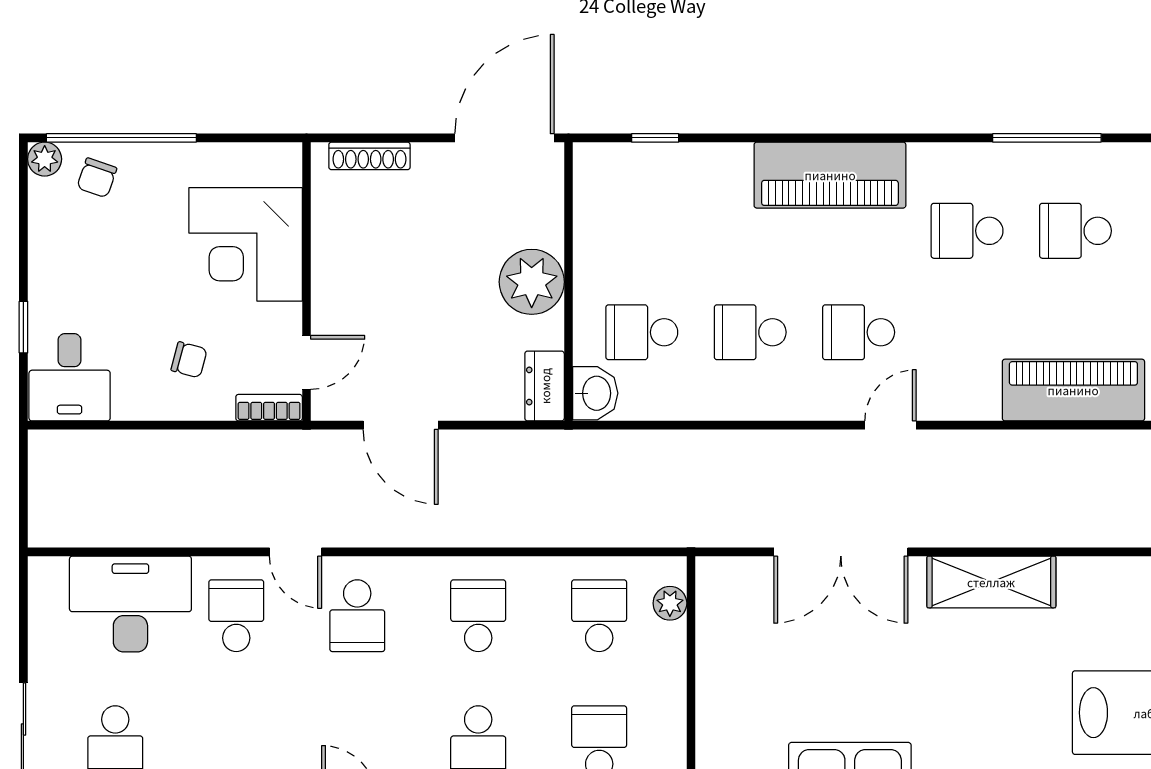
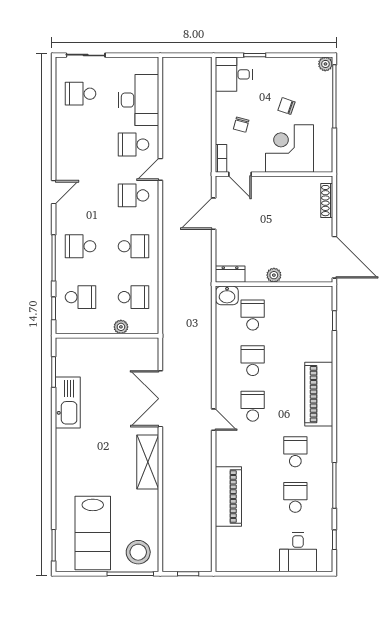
chair: (97, 178) -> (286, 106), moved
plant: (532, 282) -> (274, 275), width x0.53, depth x0.53
plant: (670, 603) -> (121, 327), moved
school desk: (236, 616) -> (133, 145), turned 180

